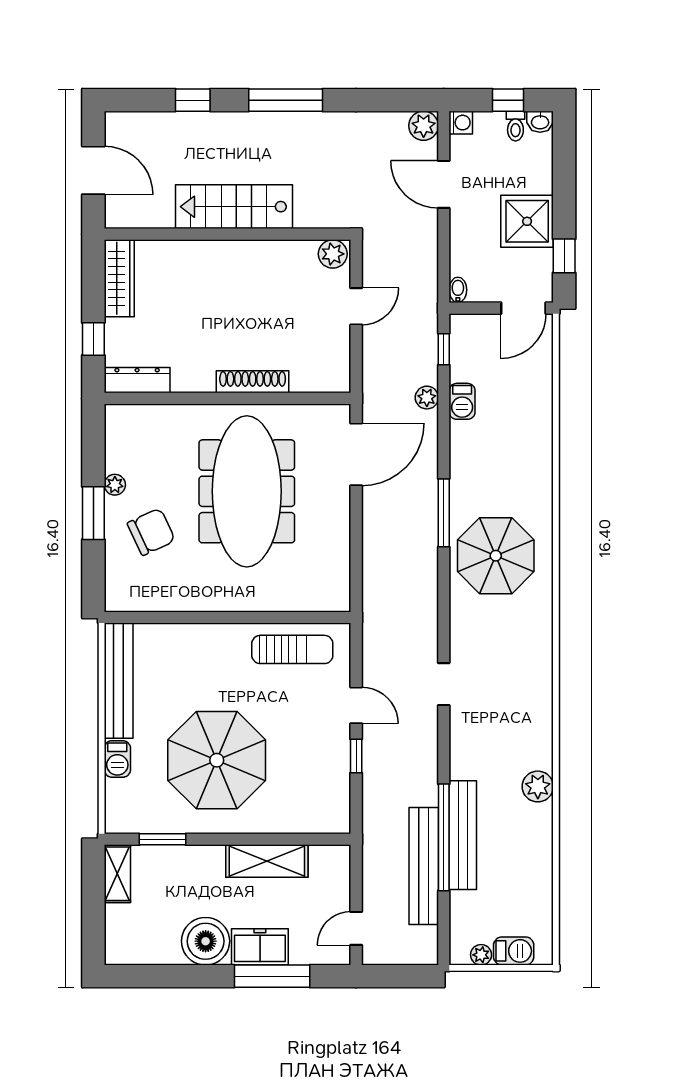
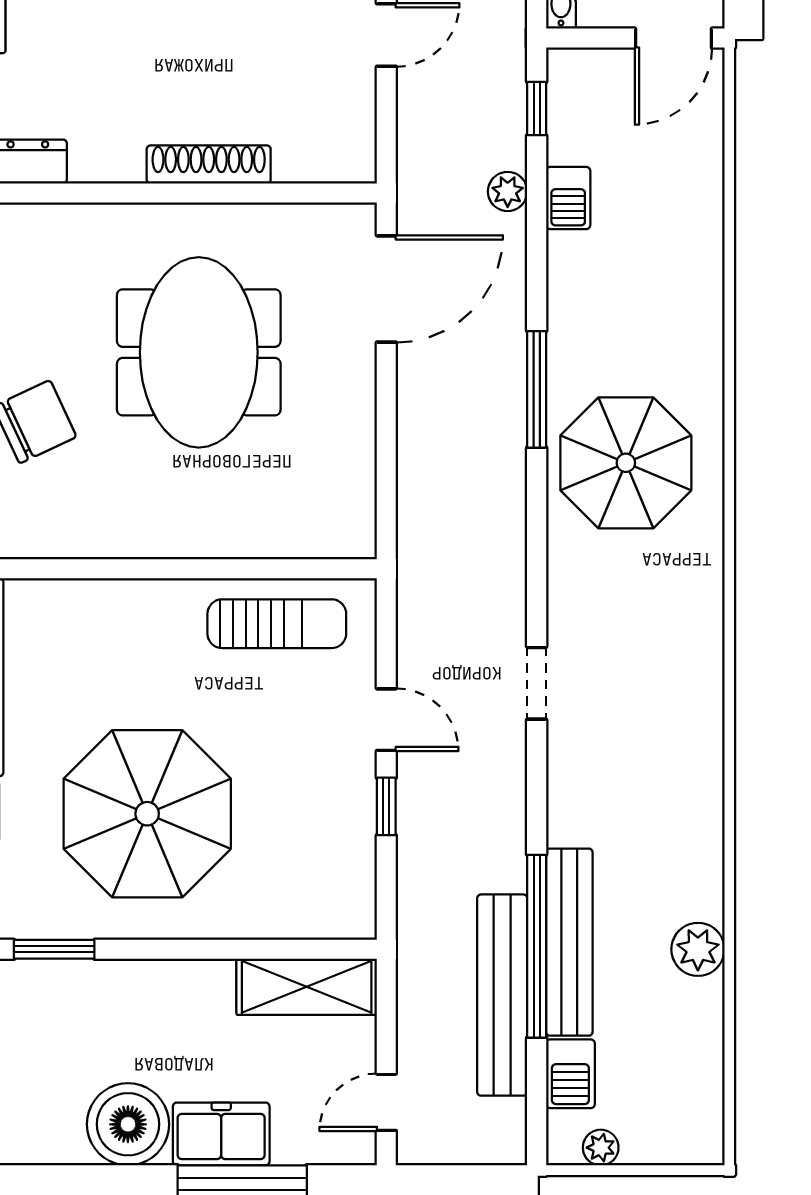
meeting table: (247, 491) -> (199, 352), width x0.73
plant: (538, 786) -> (698, 949), moved
shelving: (267, 861) -> (307, 987), moved
barbecue: (514, 951) -> (570, 1074), moved, turned 90

